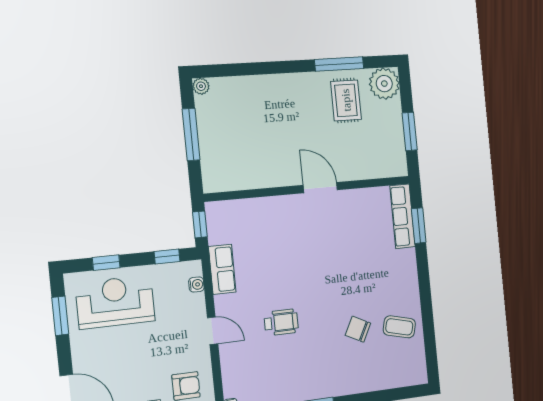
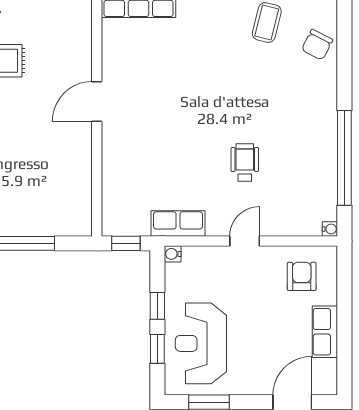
window: (167, 256) -> (157, 306), moved
water cooler: (196, 285) -> (173, 254), moved, turned -90
chair: (358, 329) -> (317, 45), moved

